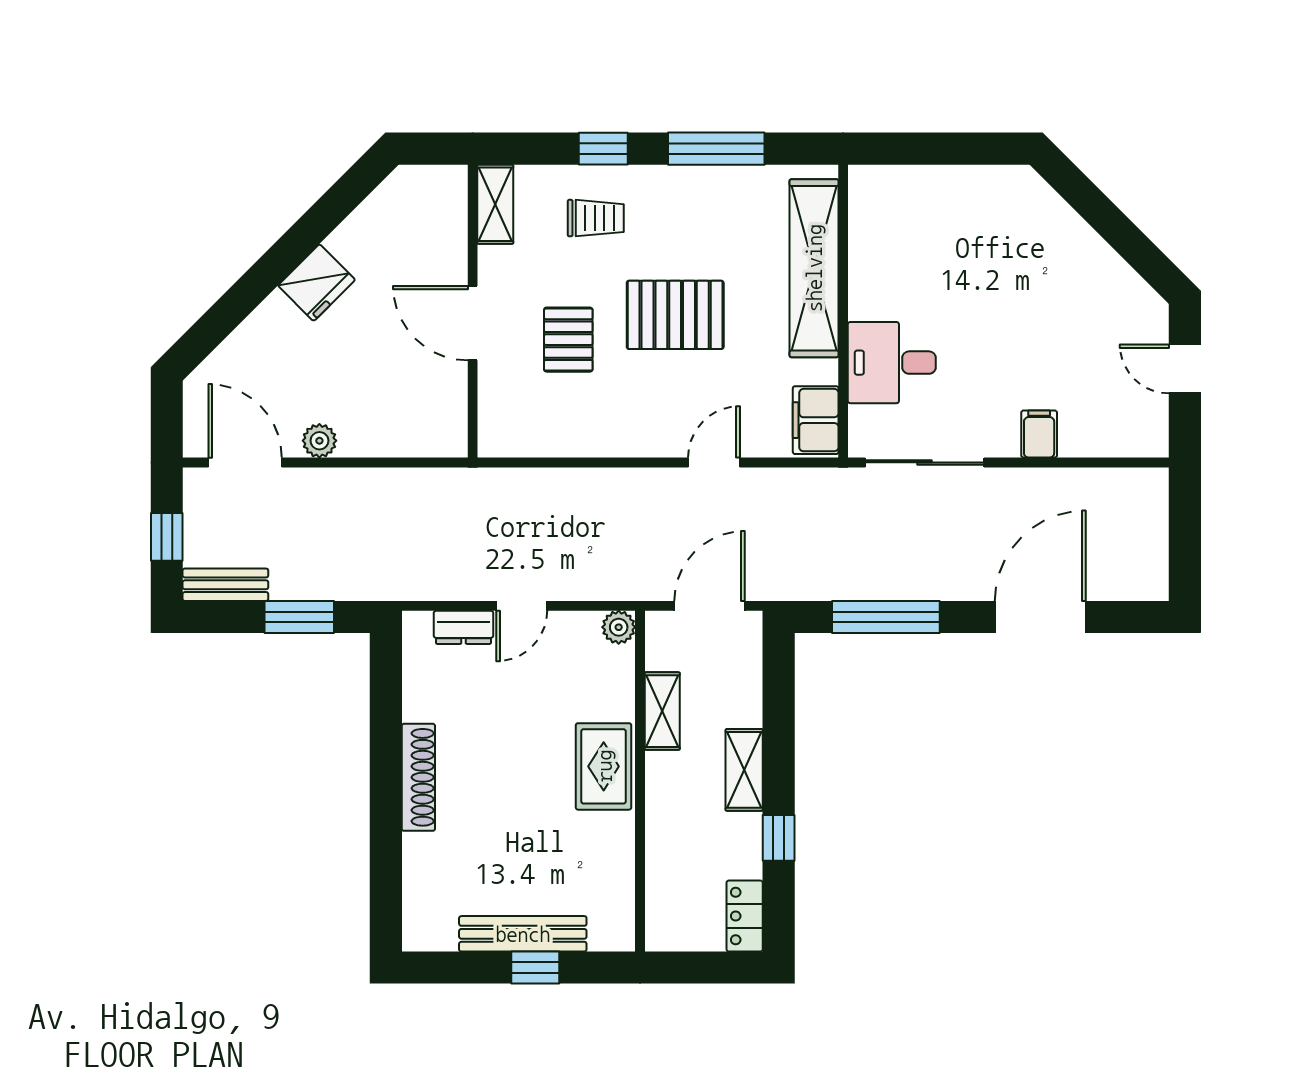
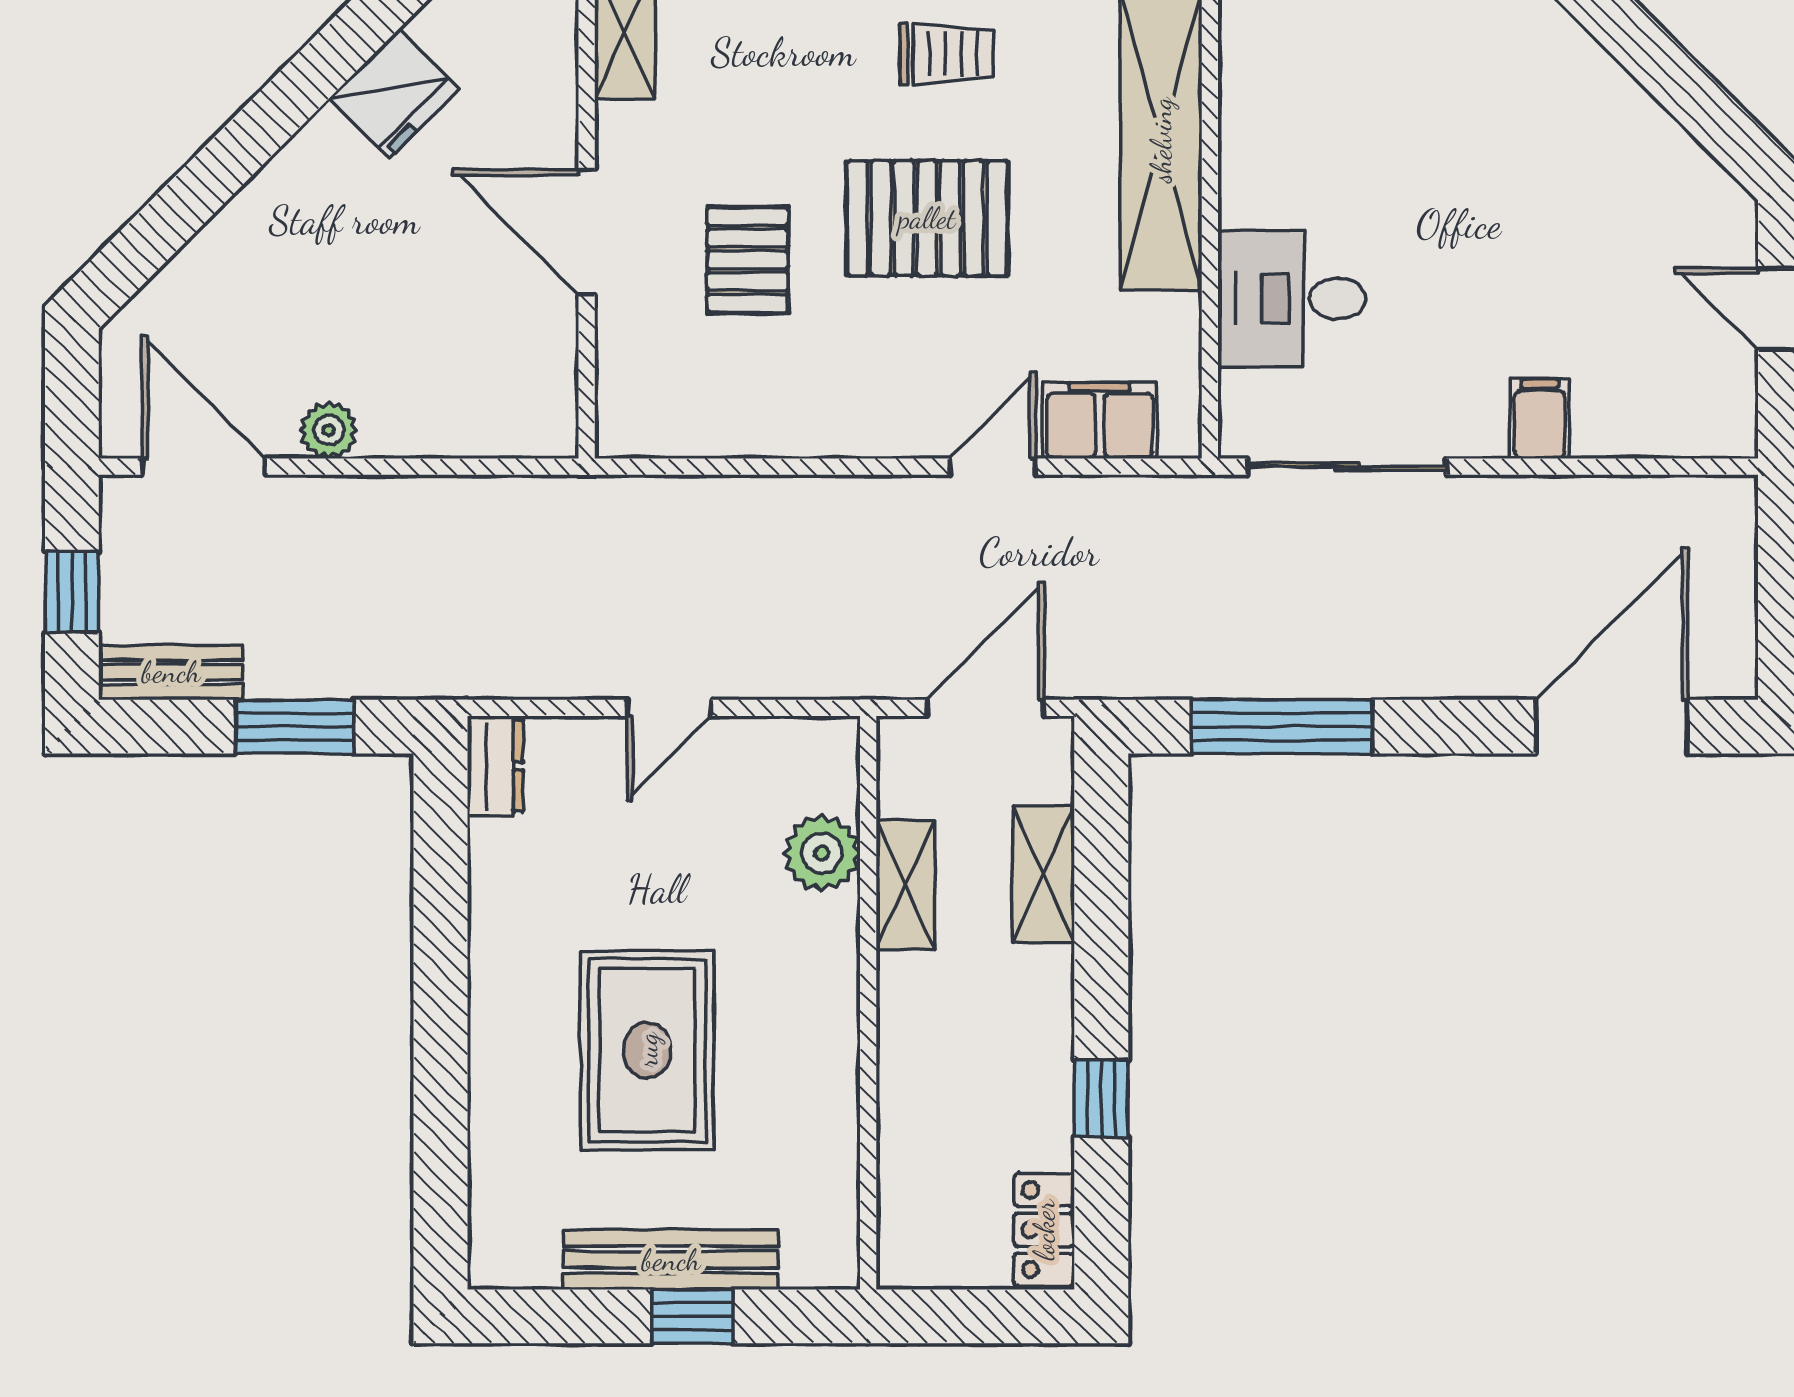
trolley: (596, 218) -> (947, 54), moved
fridge: (317, 283) -> (394, 94), moved
filing cabinet: (816, 420) -> (1100, 420), moved, turned 90
door: (1040, 617) -> (1612, 727), moved
dresser: (463, 627) -> (495, 766), moved, turned -90
plant: (619, 627) -> (822, 853), moved, width x1.38, depth x1.38
rug: (604, 766) -> (647, 1050), moved, width x1.36, depth x1.43
shelving: (744, 770) -> (1043, 874), moved
shoe rack: (418, 777) -> (495, 996), removed

